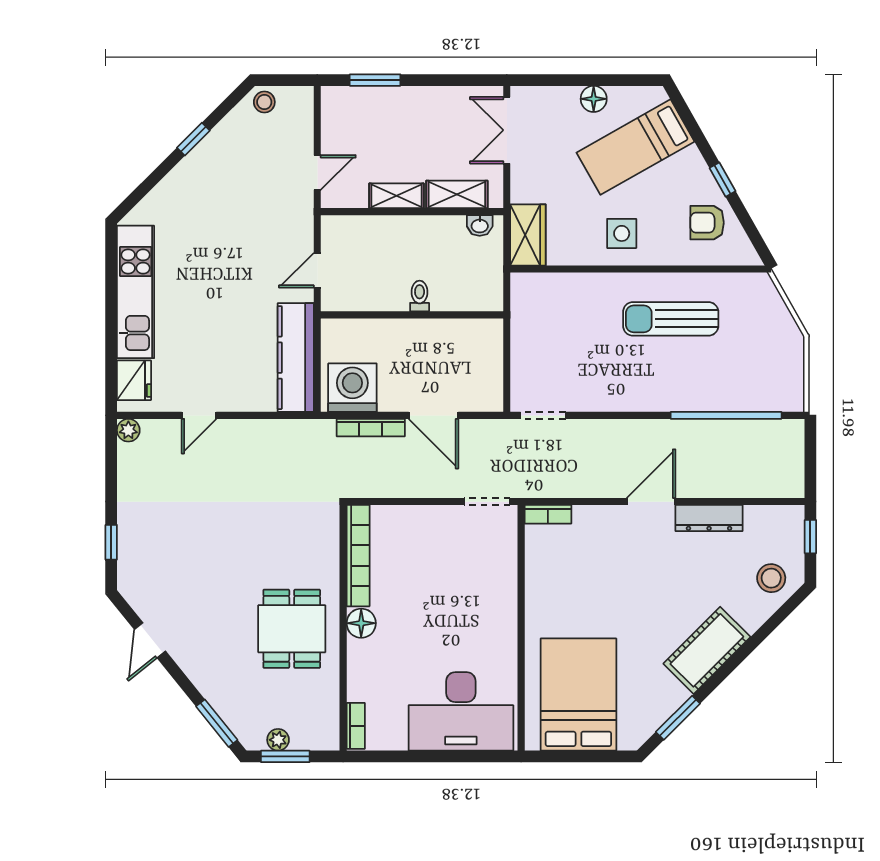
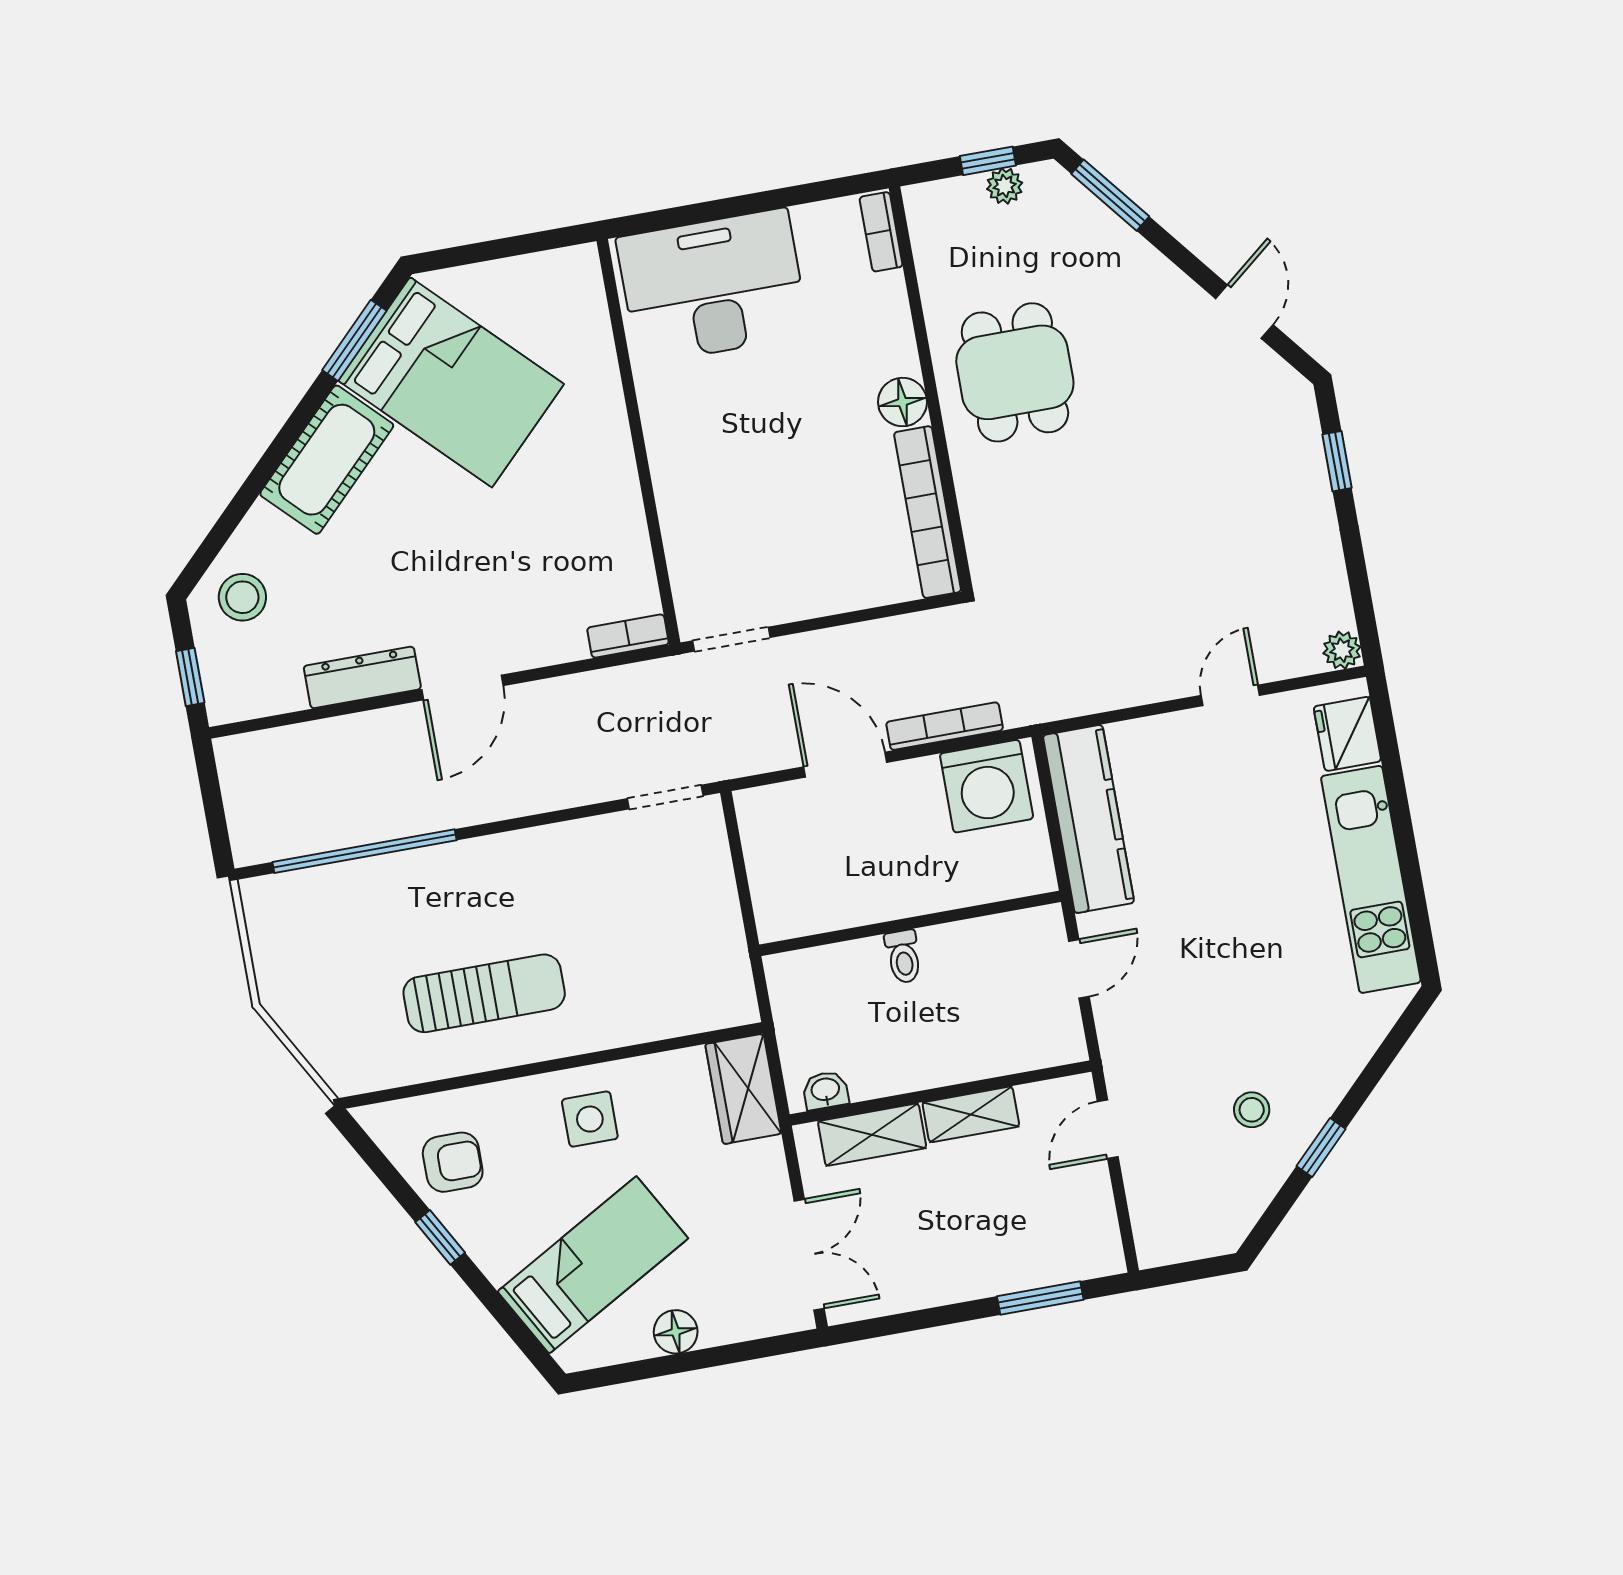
stool: (264, 102) -> (1252, 1110), moved
bed: (578, 695) -> (451, 382), moved, turned -45
window: (285, 756) -> (988, 161), width x0.67

